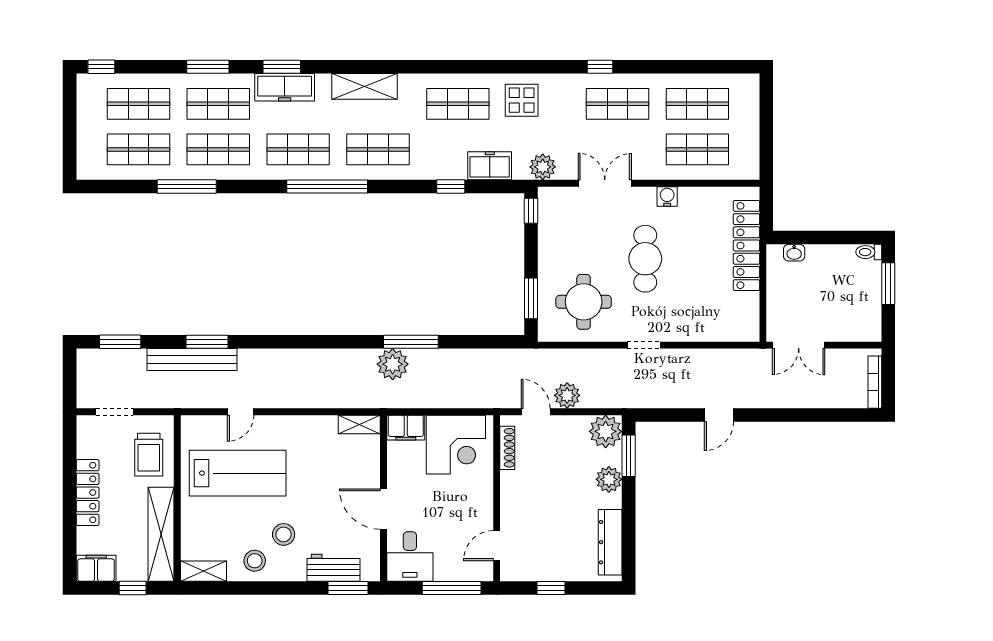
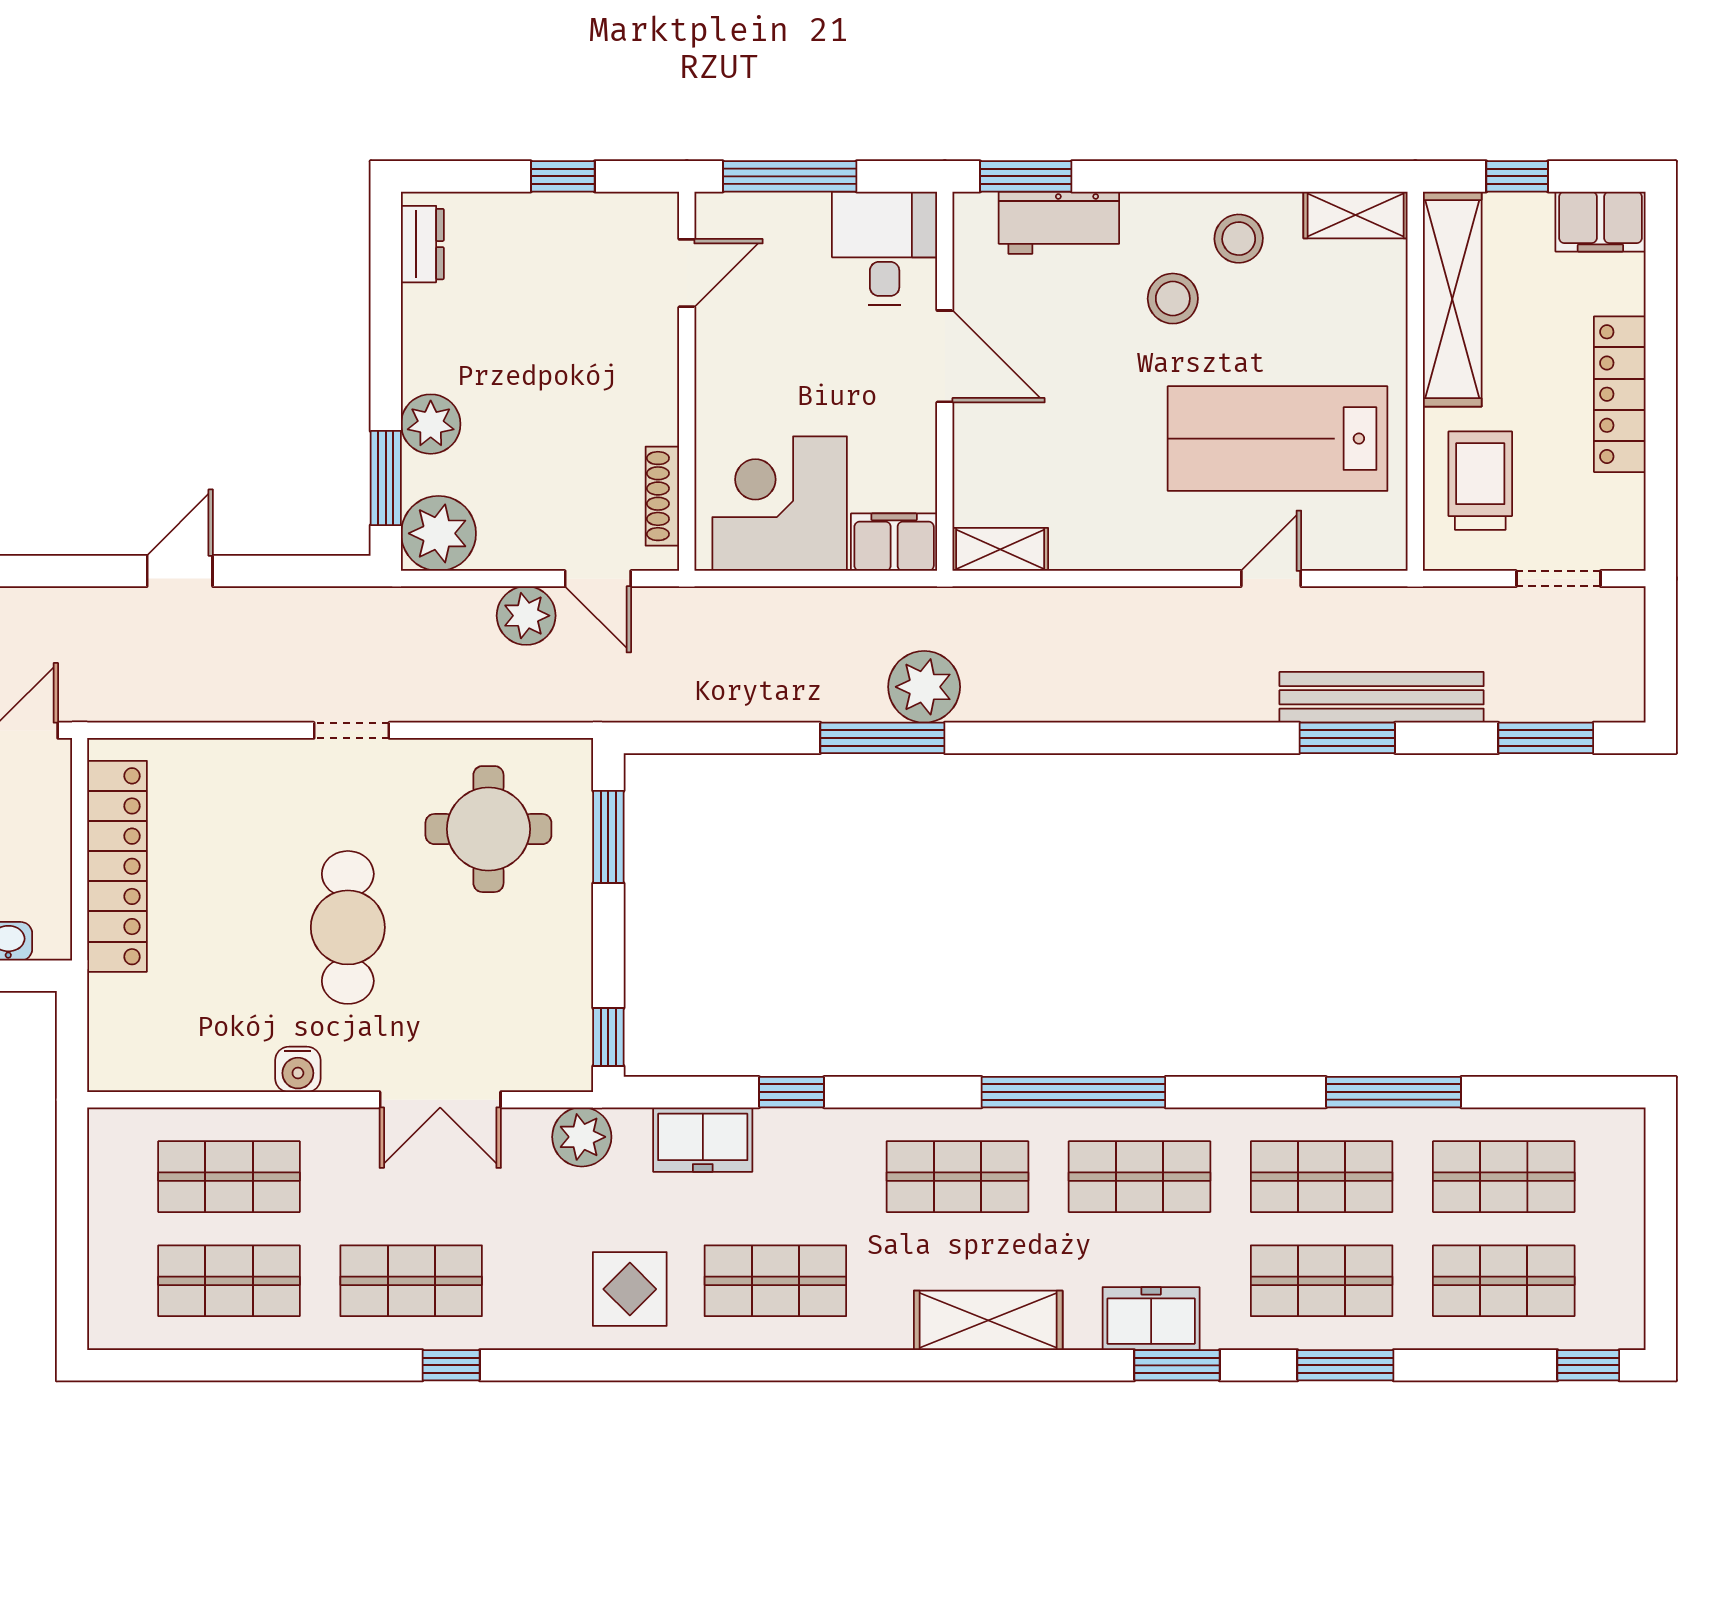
freezer: (285, 87) -> (1151, 1319), width x0.71
locker: (746, 246) -> (117, 866), moved
dresser: (610, 542) -> (422, 244), width x0.51, depth x0.80

